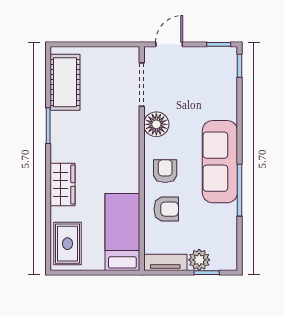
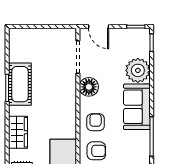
door: (169, 44) -> (99, 27), swing flipped
cot: (65, 82) -> (20, 84), moved
plant: (221, 102) -> (138, 70), added
sofa: (220, 162) -> (137, 107), width x0.73

